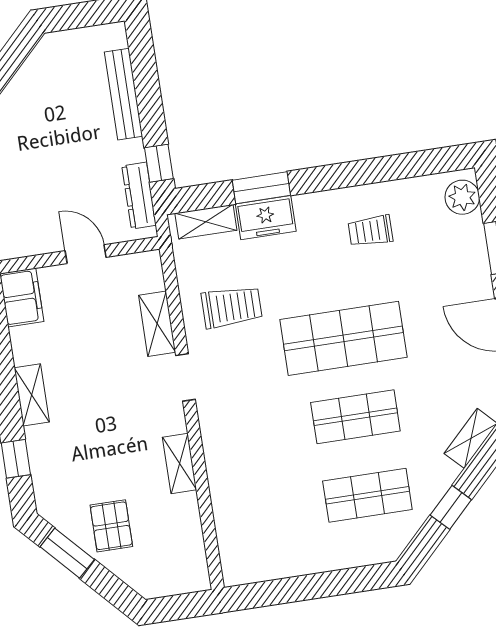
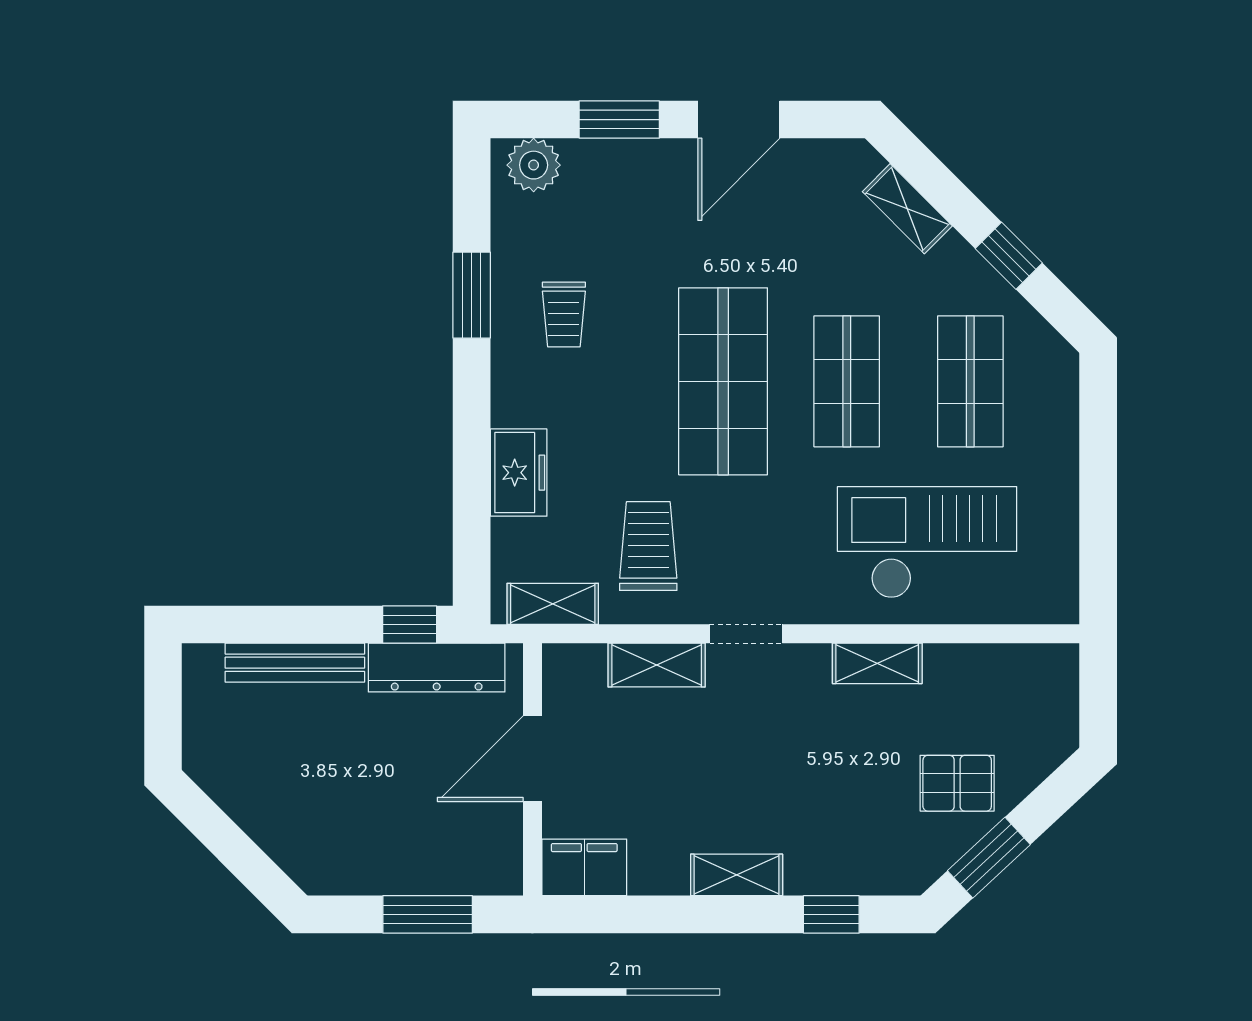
window: (261, 188) -> (472, 295), moved
dresser: (139, 196) -> (437, 668), width x1.37, depth x1.24
shelving: (206, 222) -> (553, 604), moved, turned 90
door: (86, 254) -> (532, 759), width x1.38
checkout: (261, 483) -> (927, 542), added

